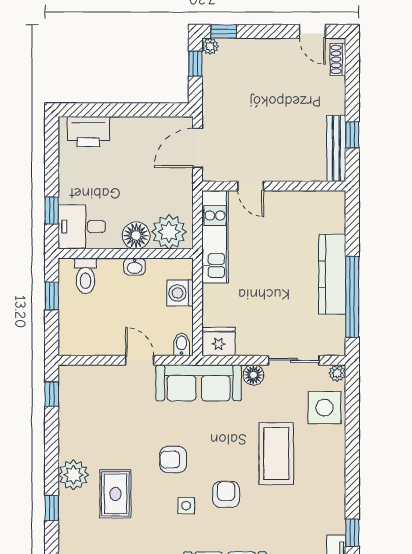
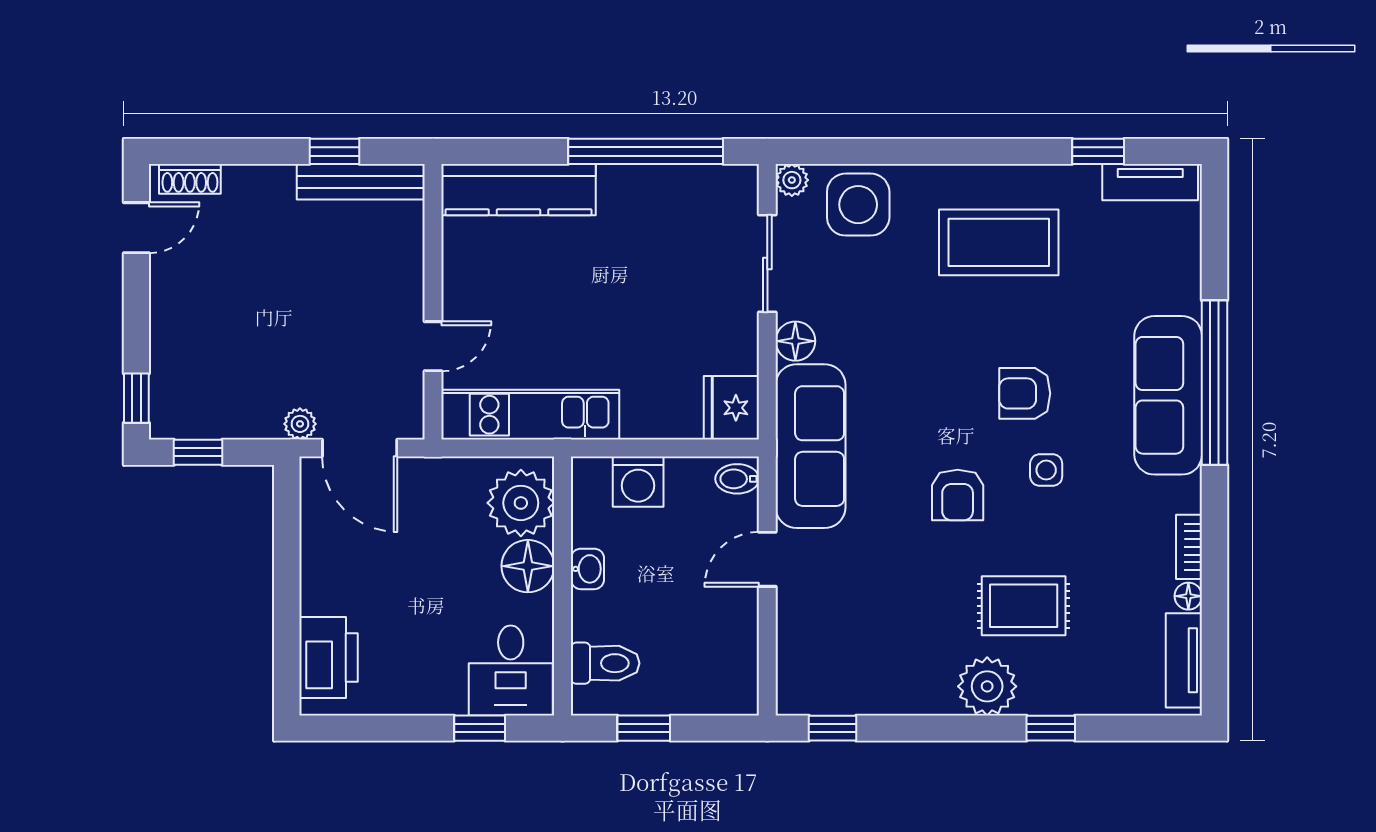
plant: (210, 46) -> (300, 424), moved
kitchen counter: (332, 274) -> (518, 190), moved
coffee table: (276, 454) -> (999, 242), moved

